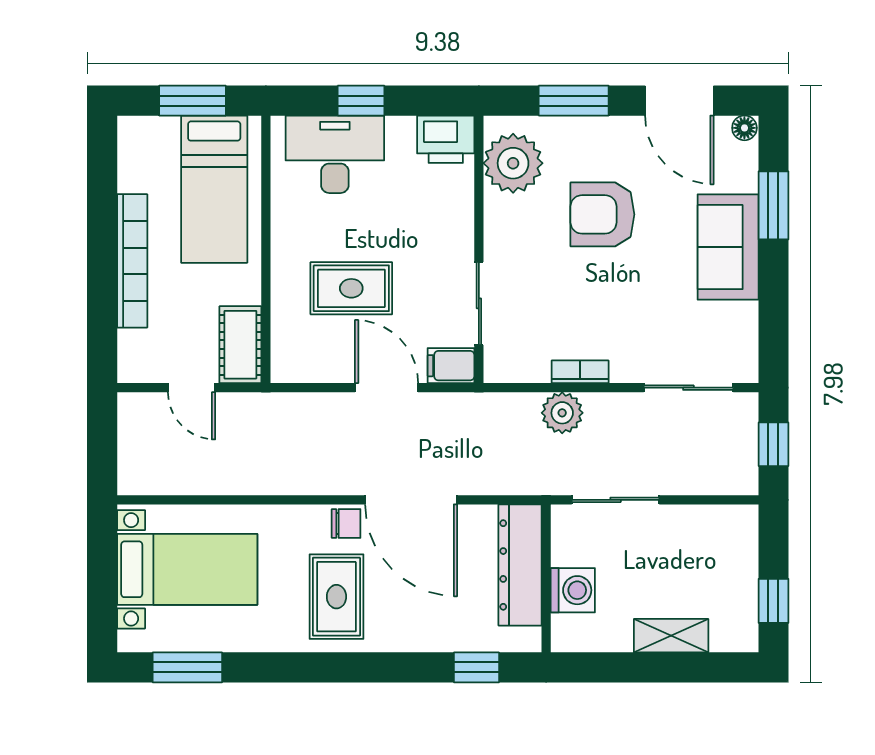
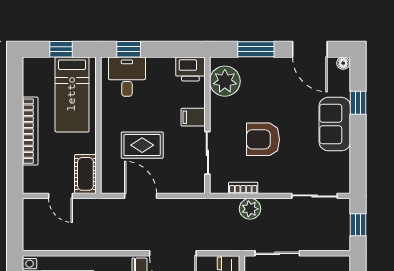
window: (192, 101) -> (61, 49), width x0.67
window: (361, 101) -> (129, 49), moved
desk: (335, 154) -> (127, 77), width x0.73
window: (773, 205) -> (358, 103), width x0.67
armchair: (602, 214) -> (263, 139), moved
filing cabinet: (451, 366) -> (193, 117), moved
bookcase: (580, 372) -> (243, 188), moved
door: (387, 388) -> (141, 196), moved

